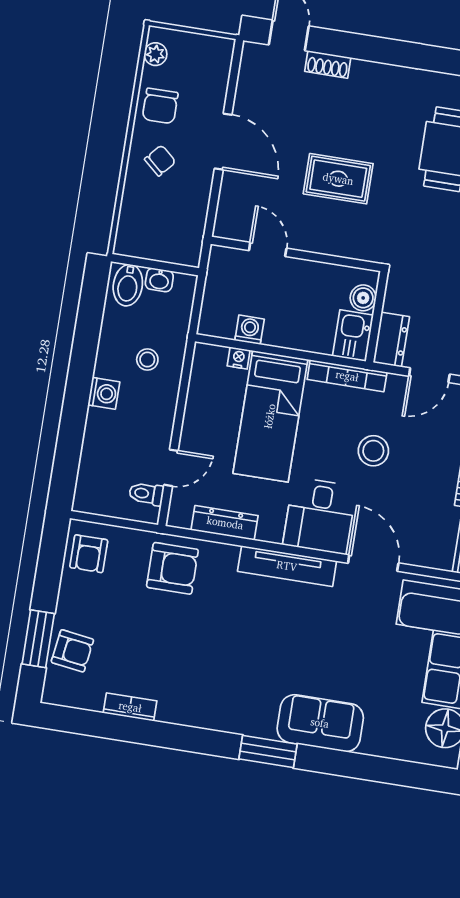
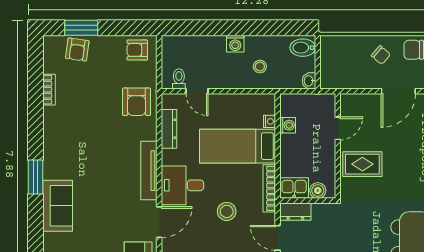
rug: (338, 179) -> (362, 164), moved, turned 90
washbasin: (159, 280) -> (309, 81), moved

